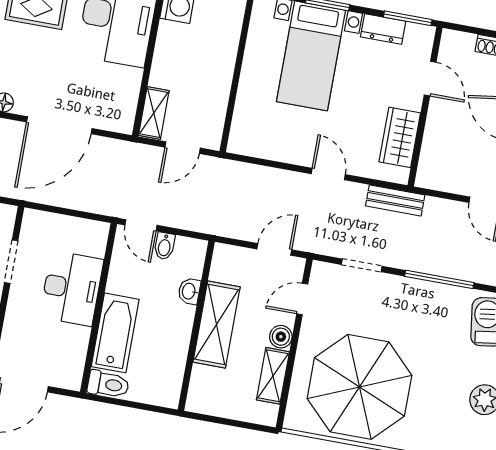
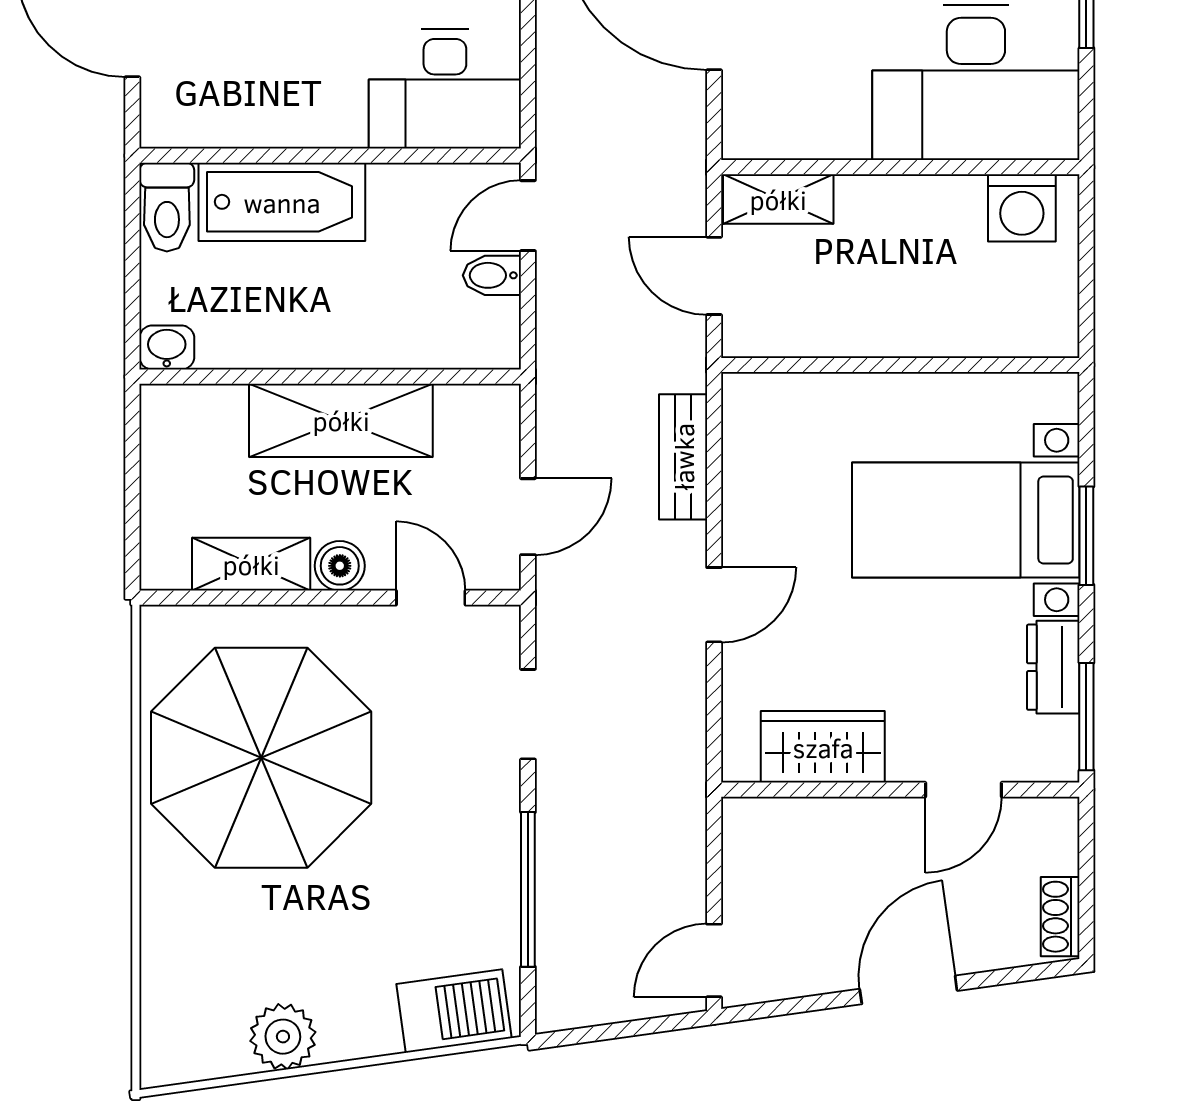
bench: (395, 200) -> (683, 457), moved
door: (274, 249) -> (528, 517), hinge flipped
desk: (72, 288) -> (445, 89), moved
washbasin: (189, 291) -> (167, 347), moved

